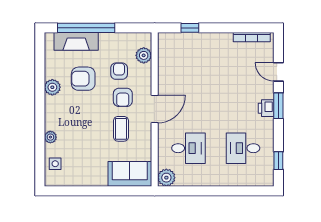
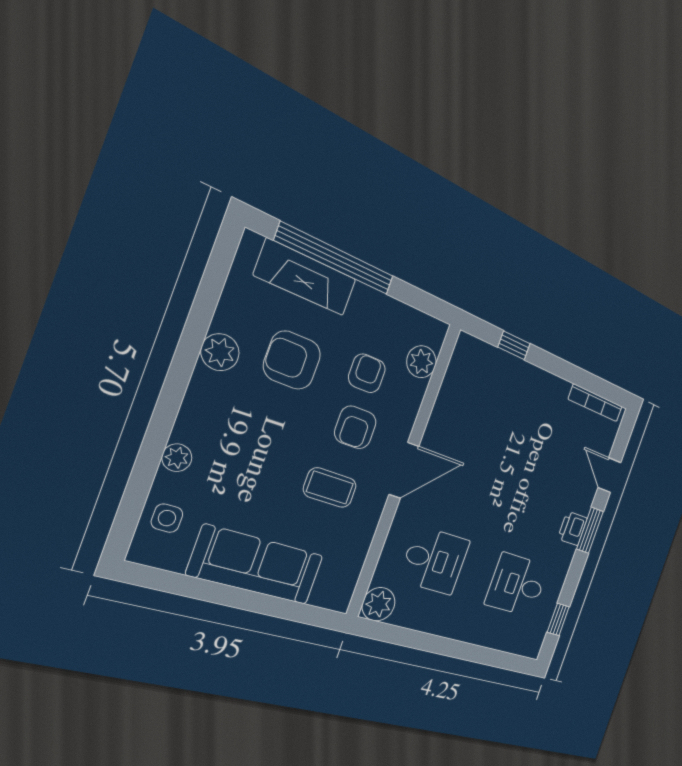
coffee table: (121, 129) -> (330, 488), turned 90
sofa: (130, 174) -> (256, 565), moved, width x1.36

